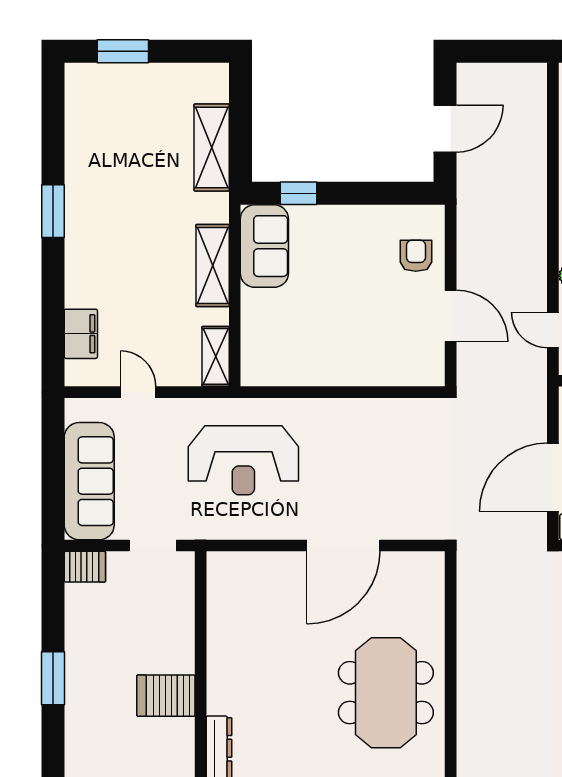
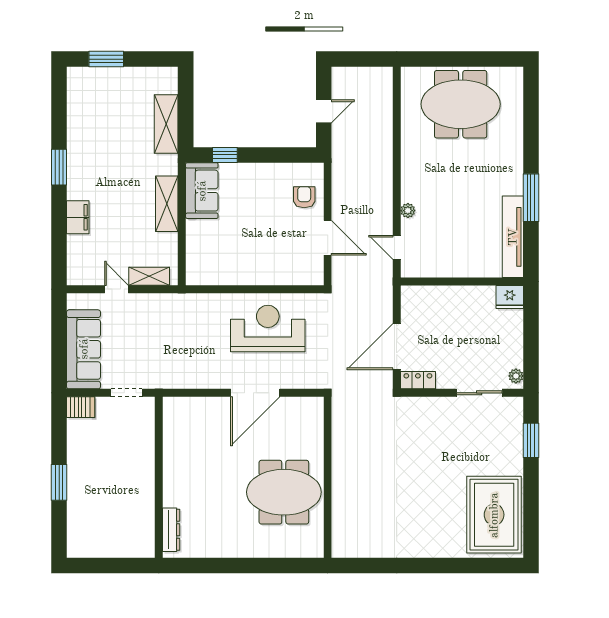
door: (445, 129) -> (324, 111), width x0.73
filing cabinet: (81, 334) -> (78, 217), moved
shelving: (216, 356) -> (149, 276), moved, turned 90
reception desk: (243, 460) -> (268, 329), moved, turned 180
meeting table: (386, 693) -> (284, 492), turned 90
server rack: (166, 696) -> (135, 494), removed

